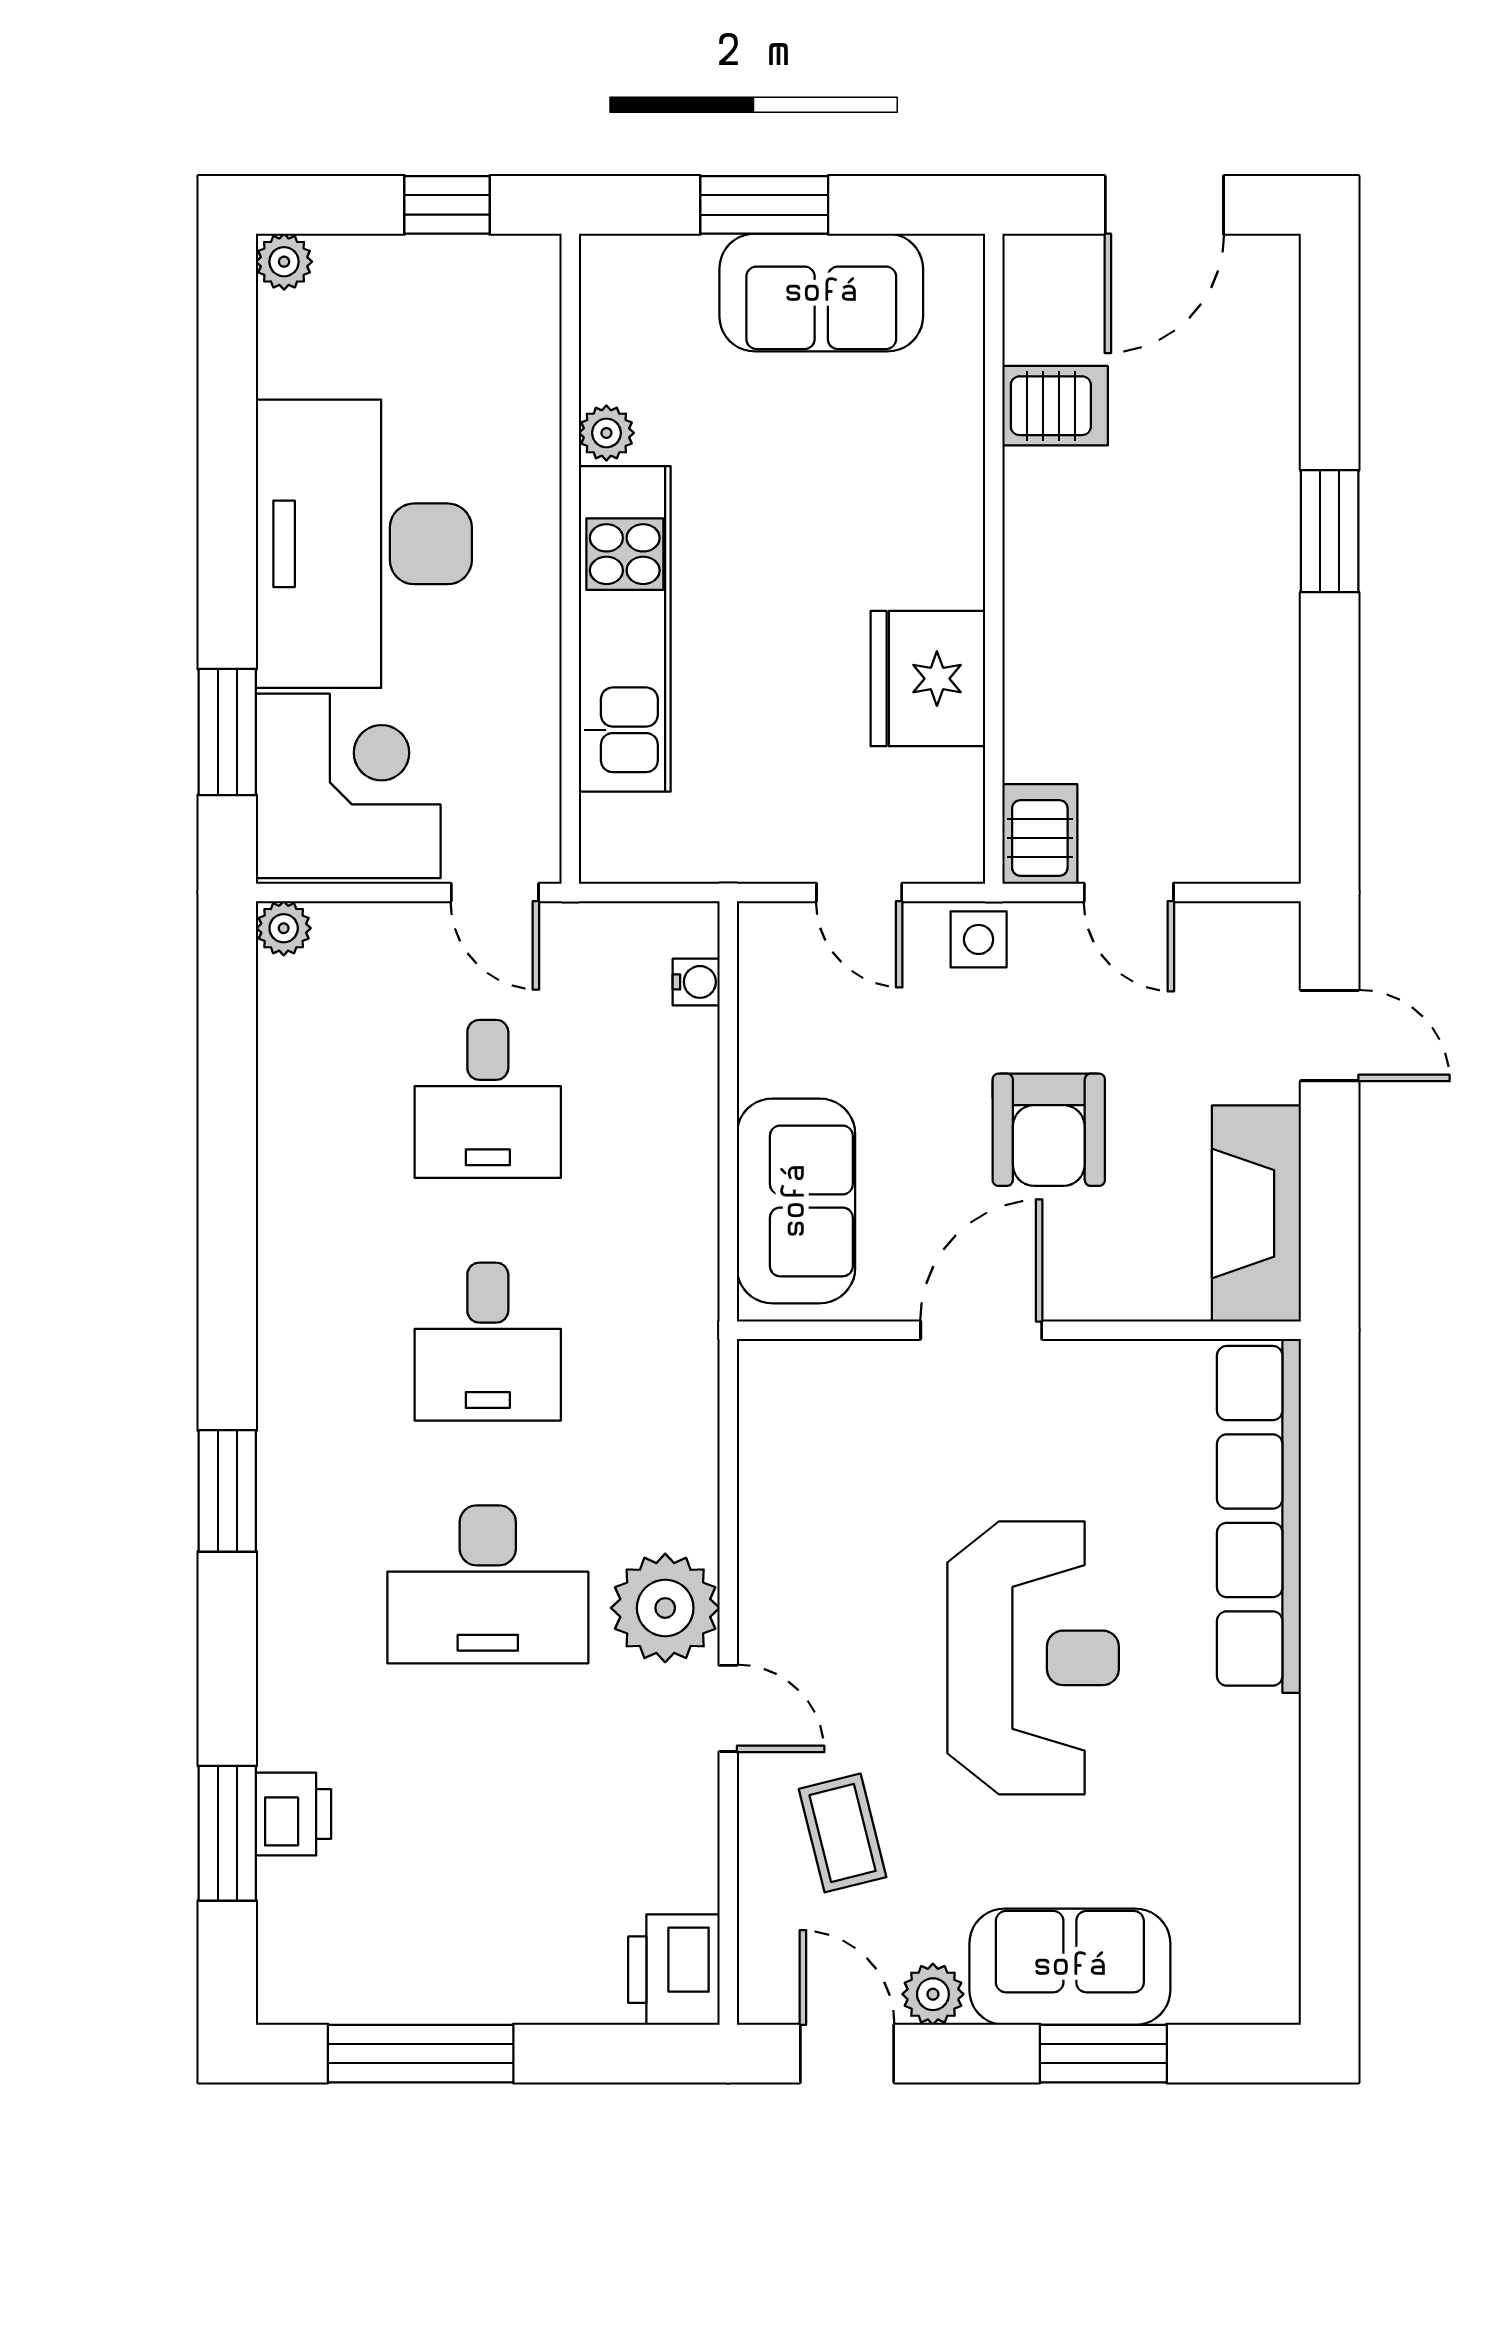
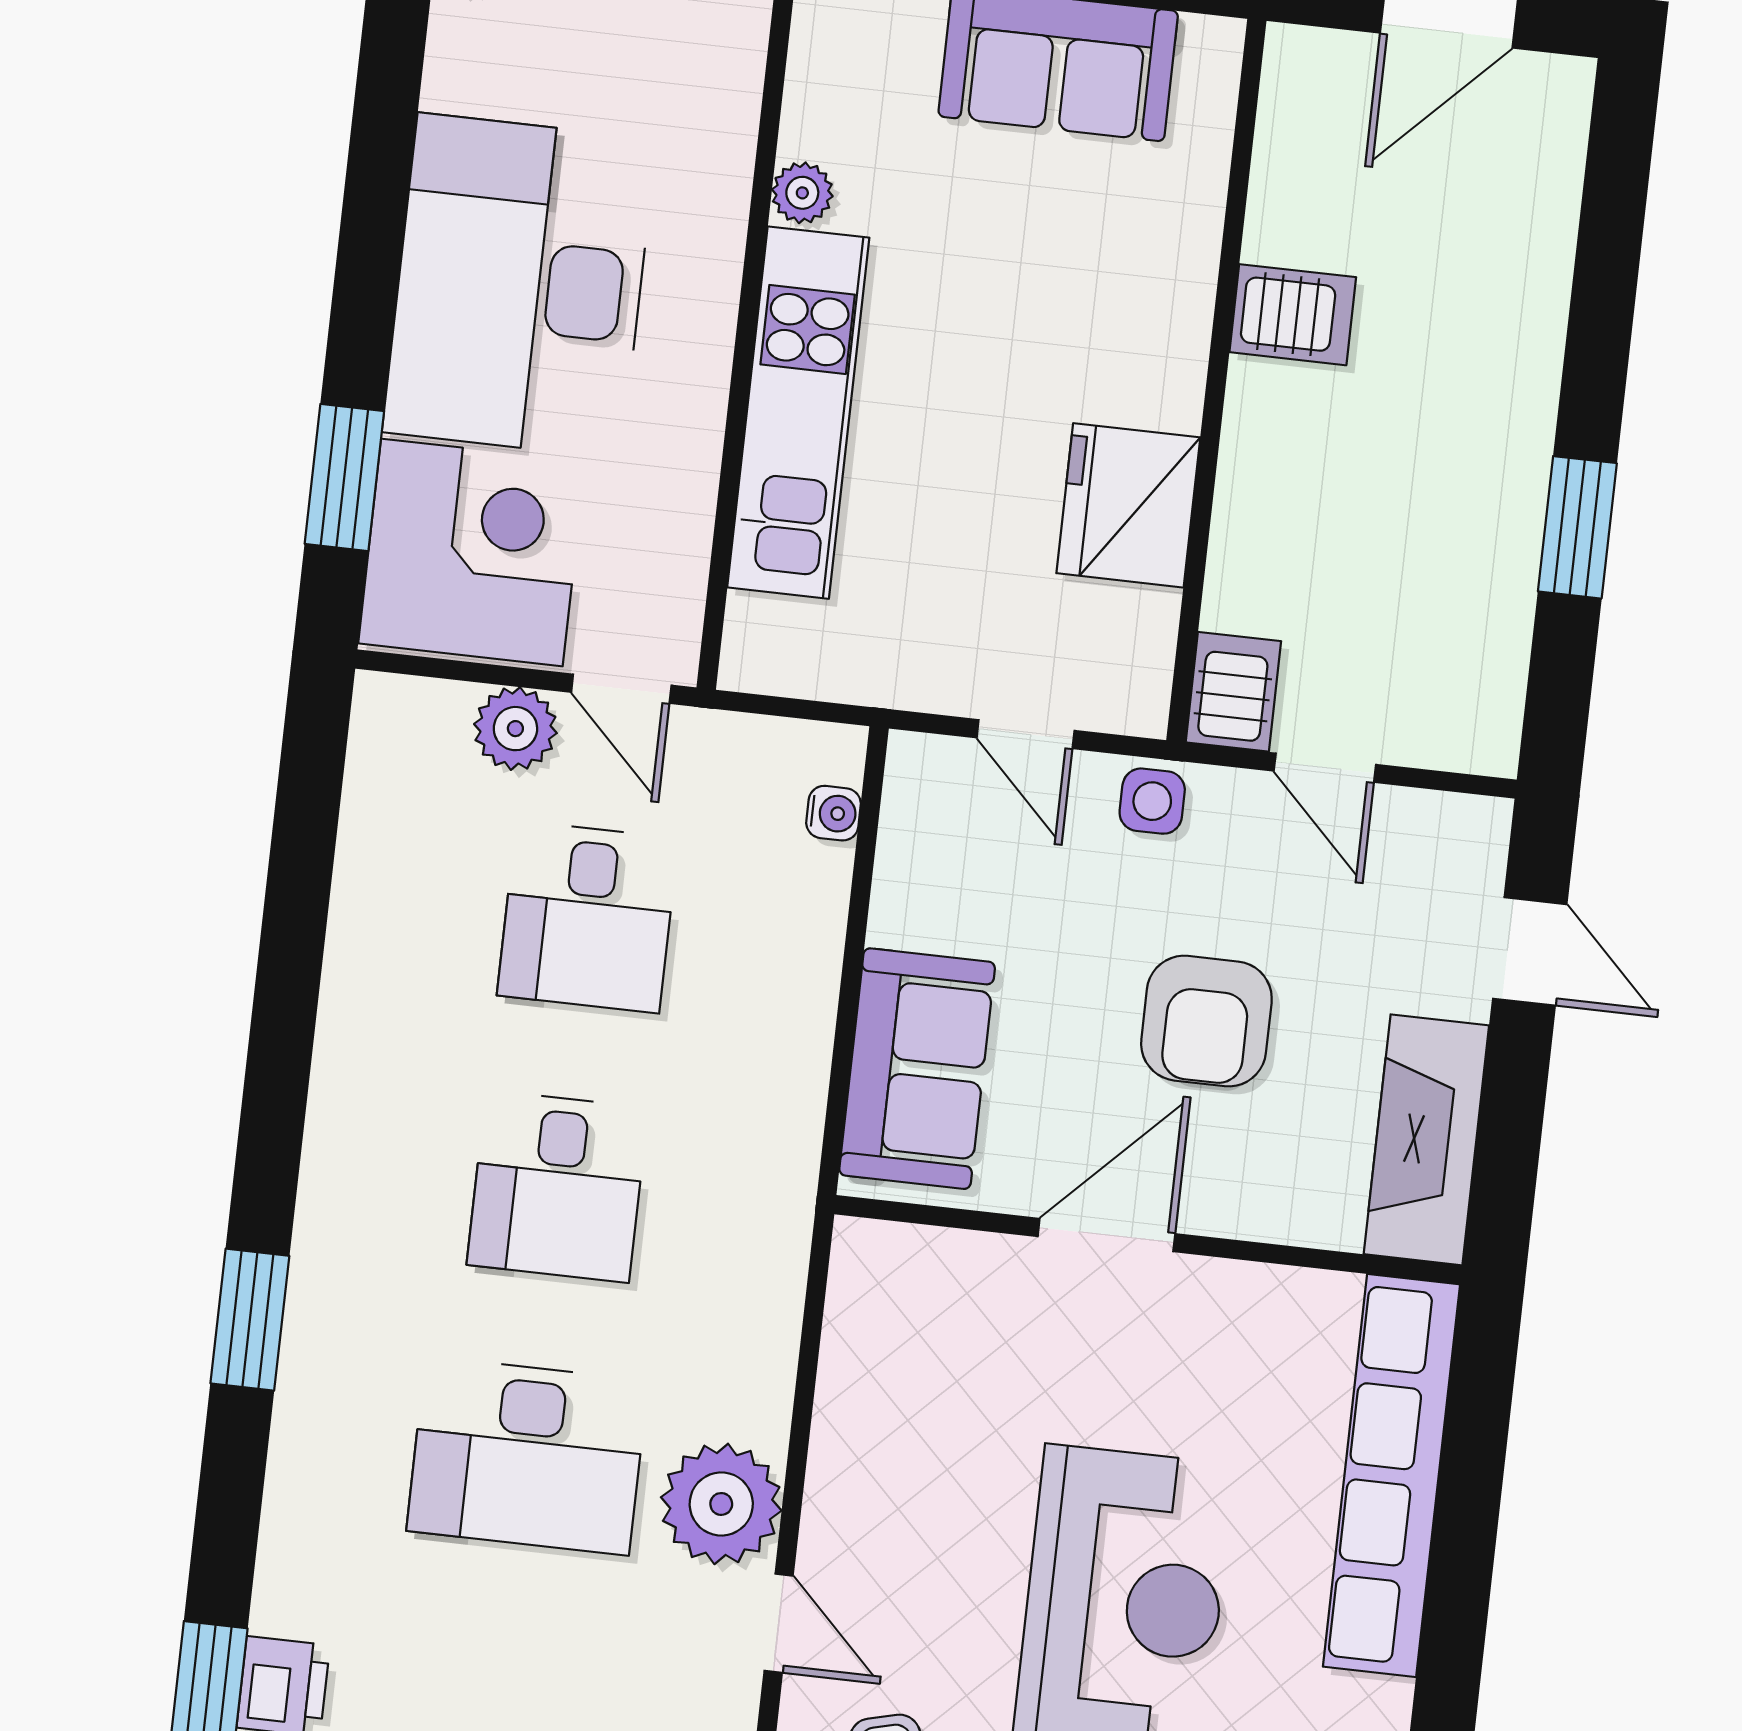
server rack: (1055, 406) -> (1293, 315), moved
window: (1330, 531) -> (1577, 527), moved
plant: (284, 928) -> (515, 729), moved, width x1.38, depth x1.38

